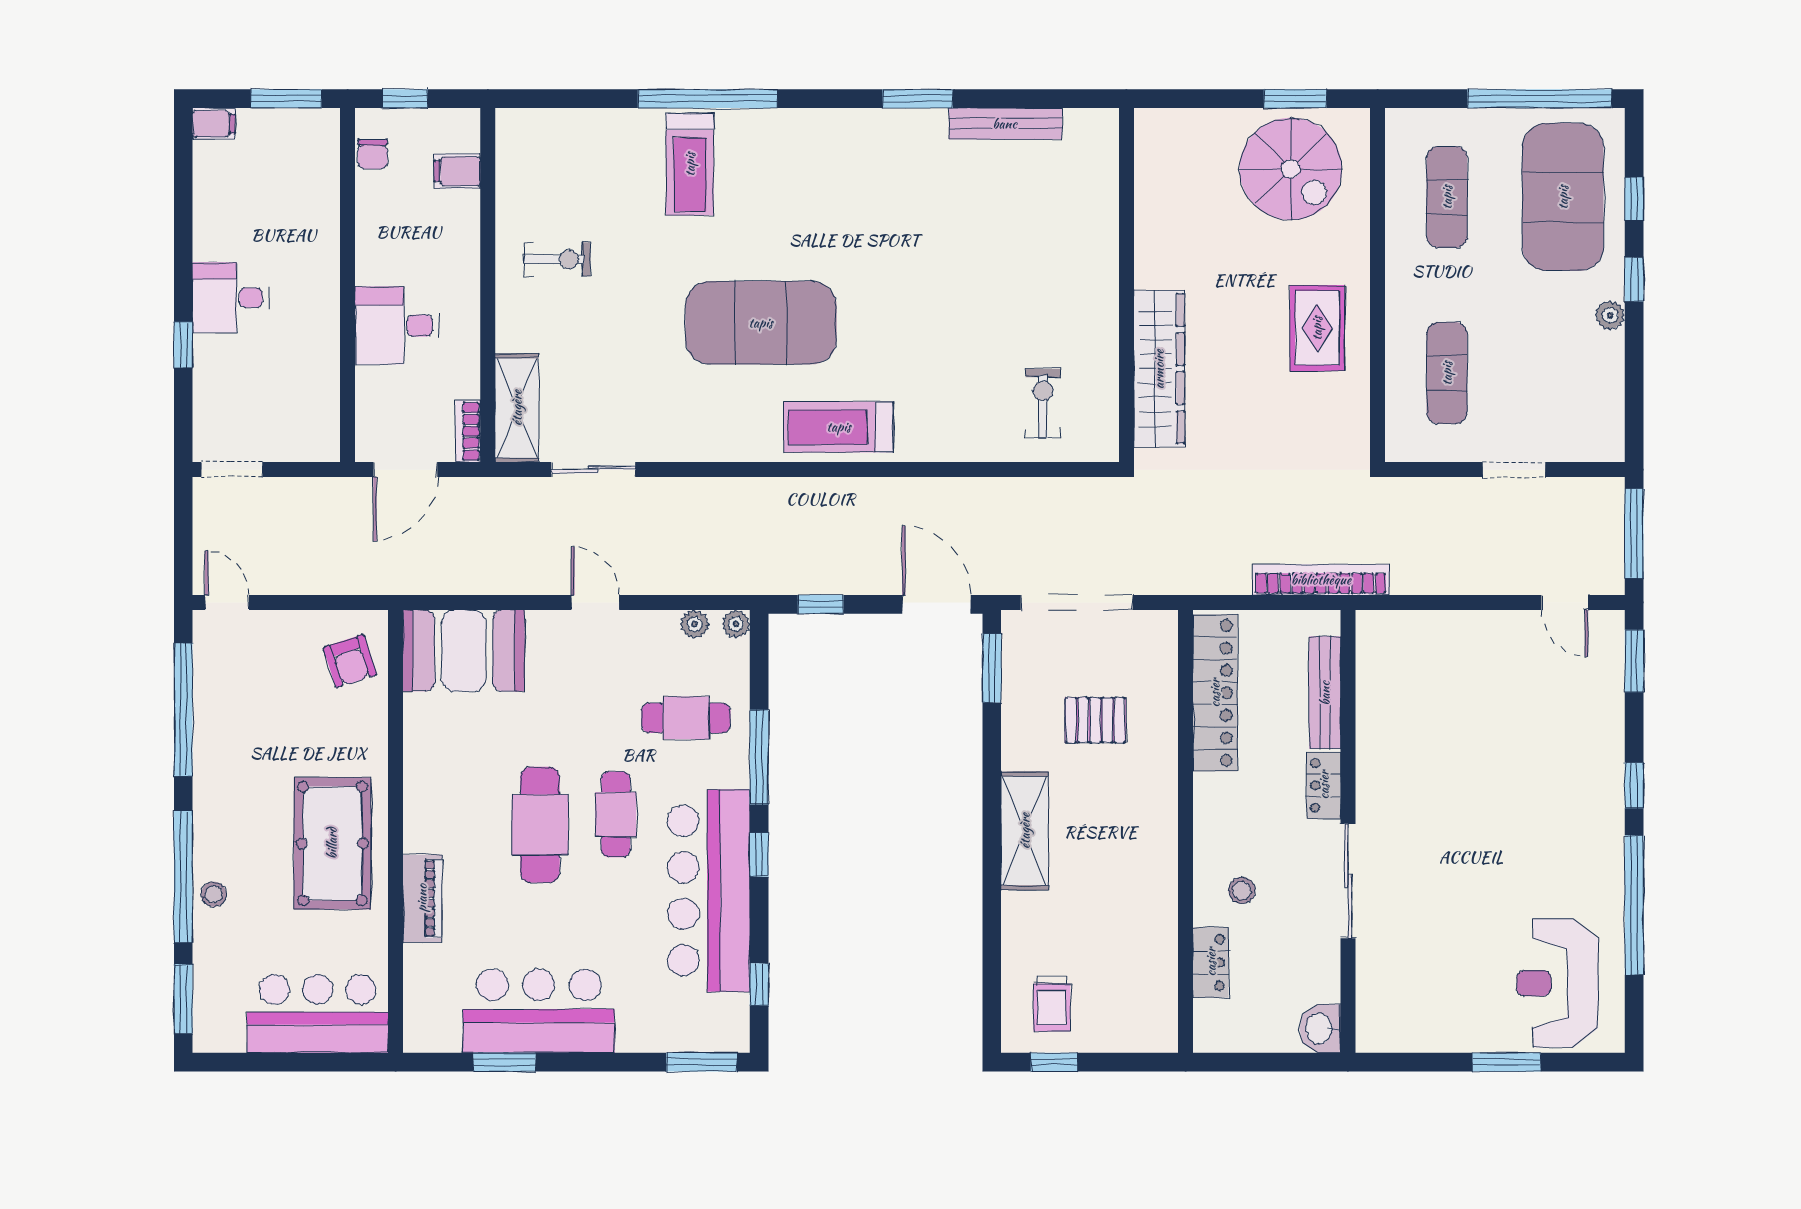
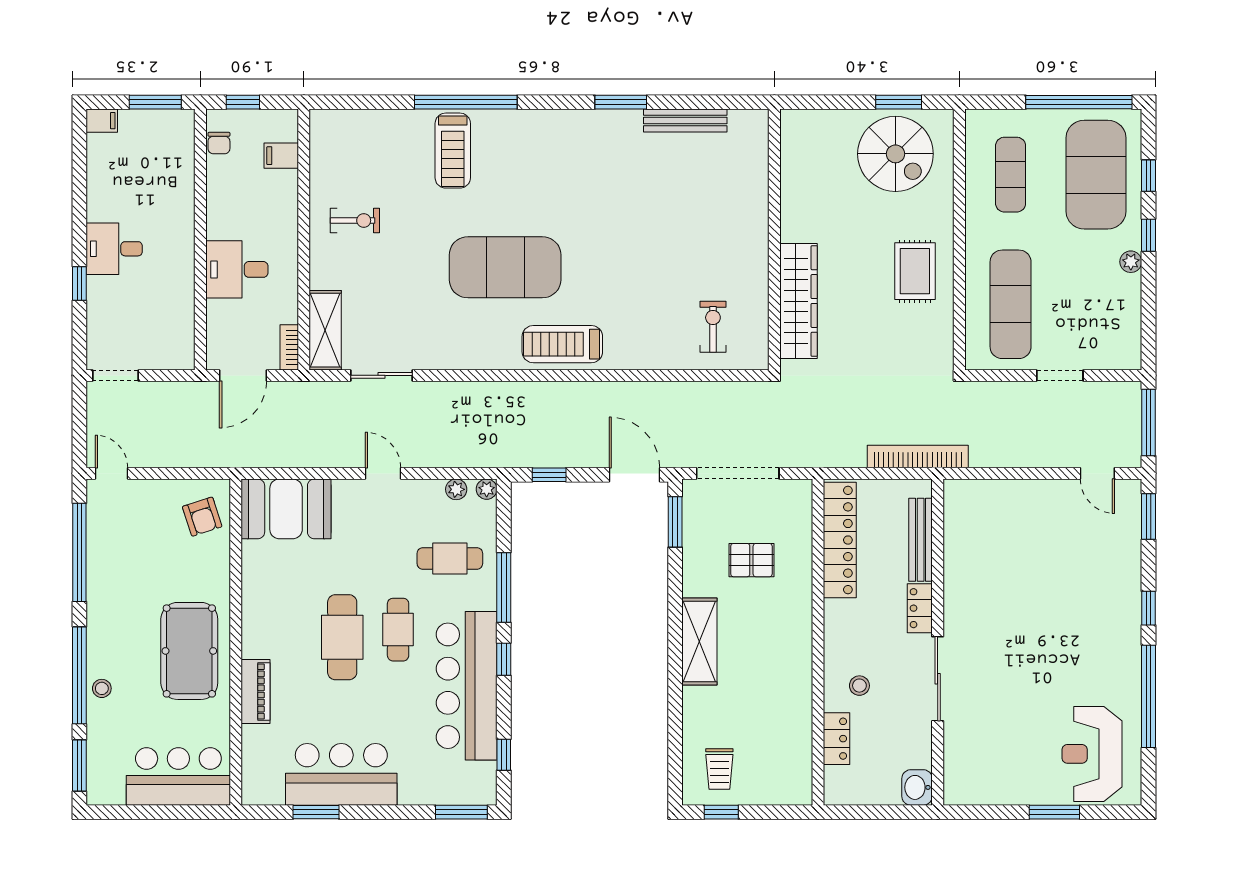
exercise mat: (1447, 373) -> (1011, 304), width x1.36, depth x1.45

